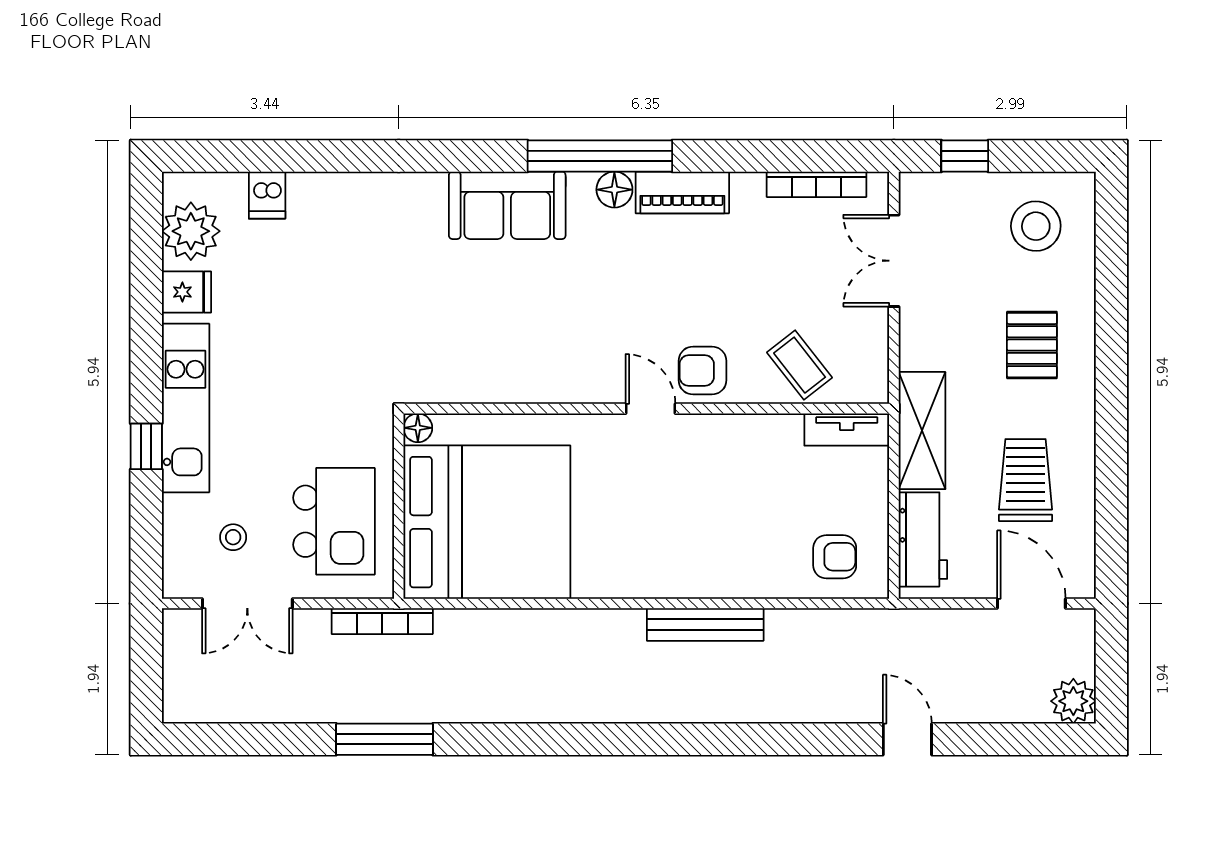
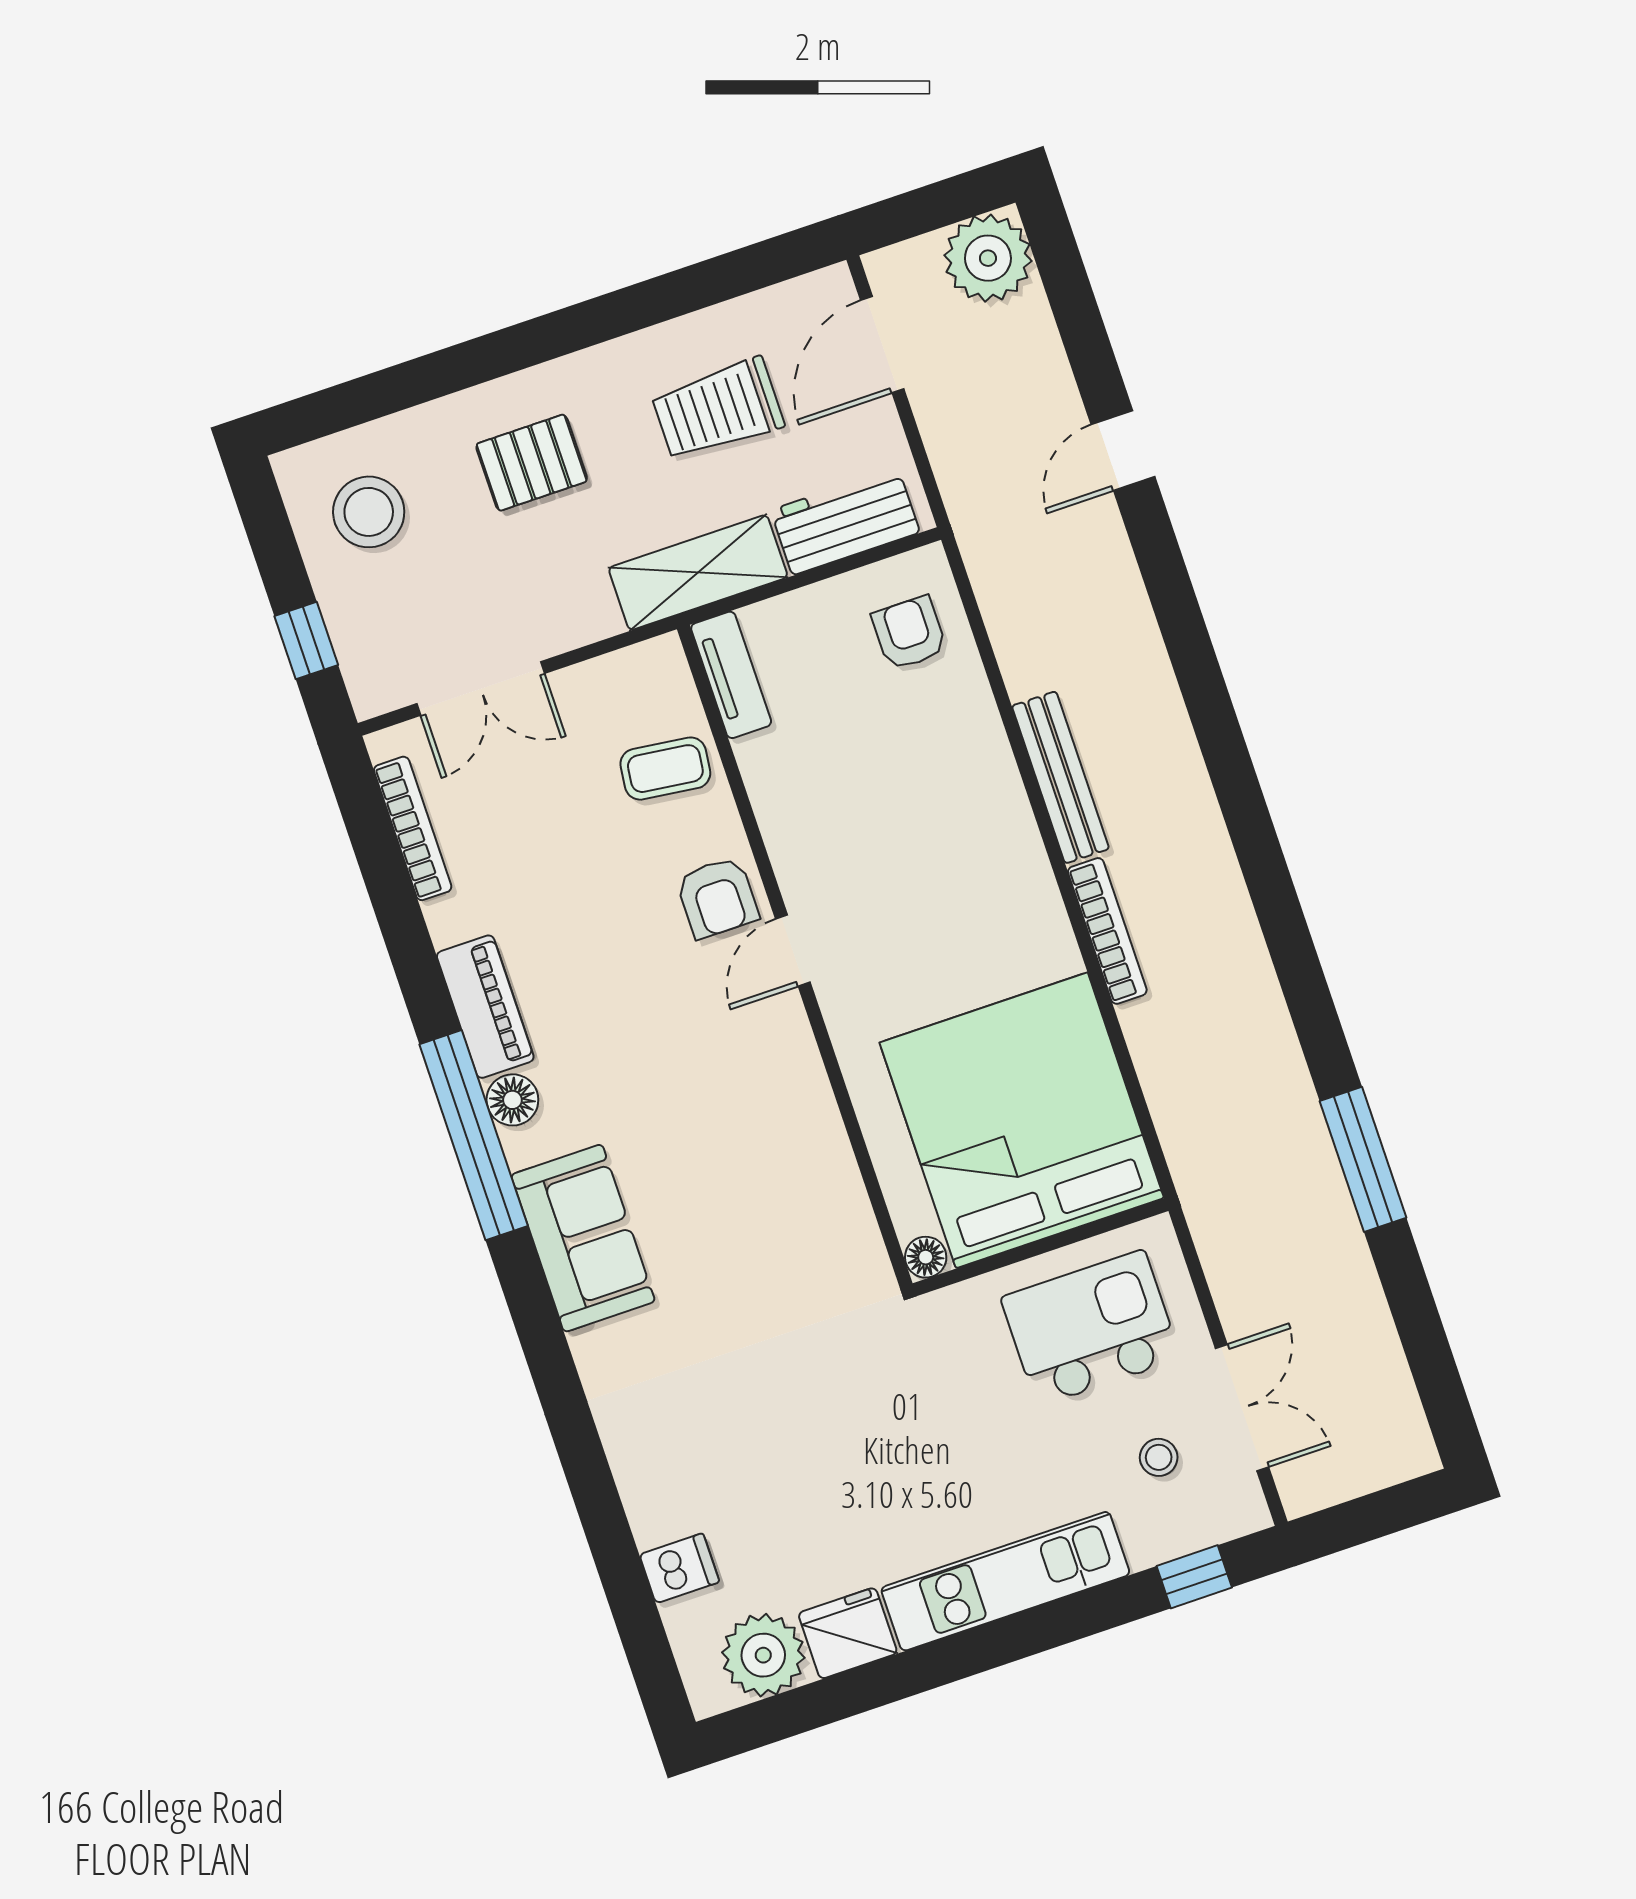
fridge: (186, 292) -> (848, 1633), width x1.38
coffee table: (800, 365) -> (665, 769), turned 45
window: (146, 446) -> (1194, 1577), moved
bookcase: (382, 621) -> (1107, 931), moved
plant: (1073, 701) -> (988, 258), width x1.36, depth x1.36

